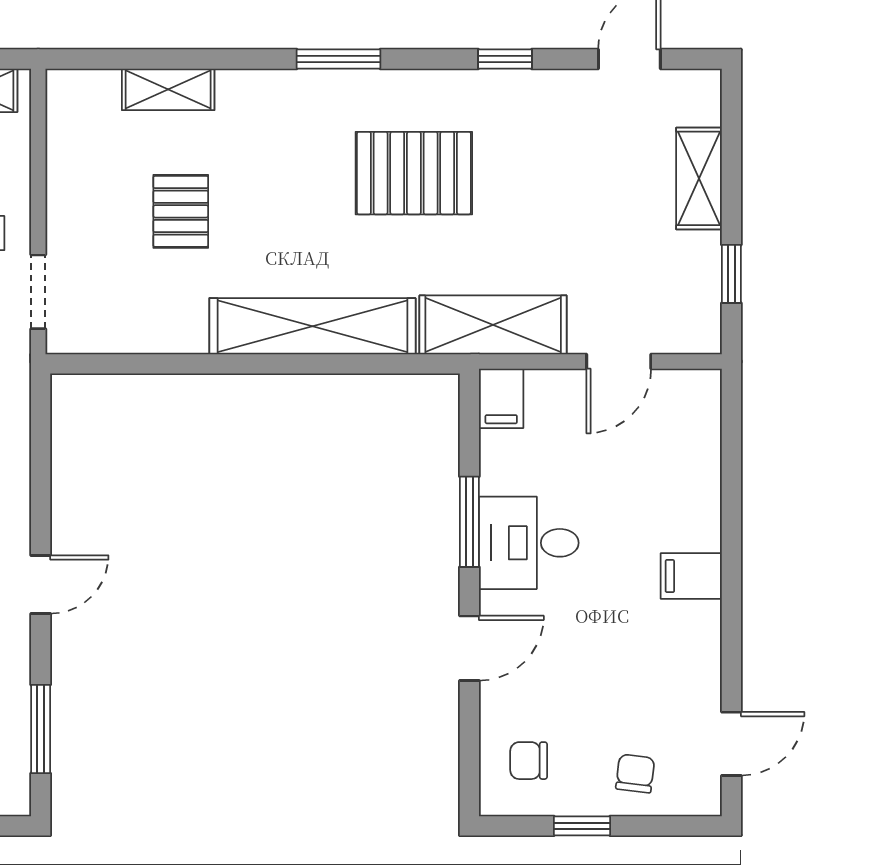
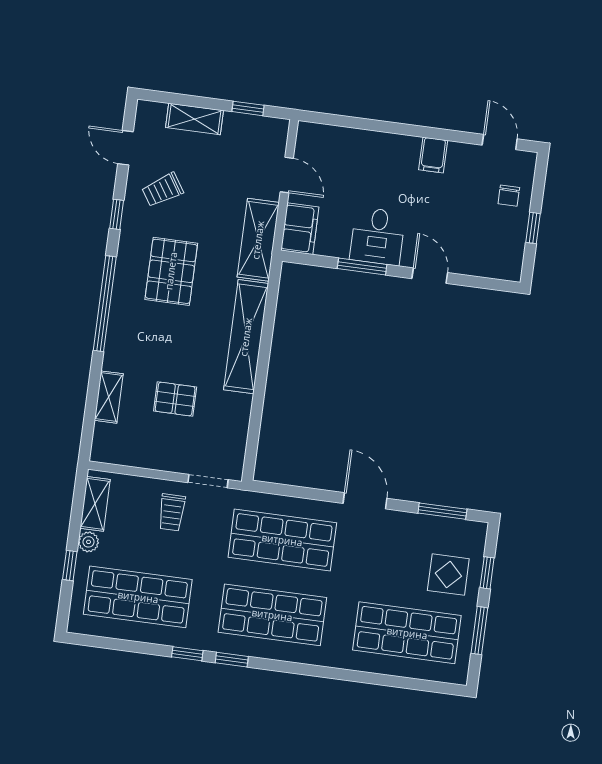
window: (338, 59) -> (105, 304), width x2.11
trolley: (561, 137) -> (162, 190), added
filing cabinet: (501, 398) -> (300, 229), width x2.00
filing cabinet: (691, 576) -> (433, 155), moved
door: (41, 585) -> (365, 501), width x1.38
chair: (529, 761) -> (494, 252), removed
chair: (635, 773) -> (509, 196), turned -97

